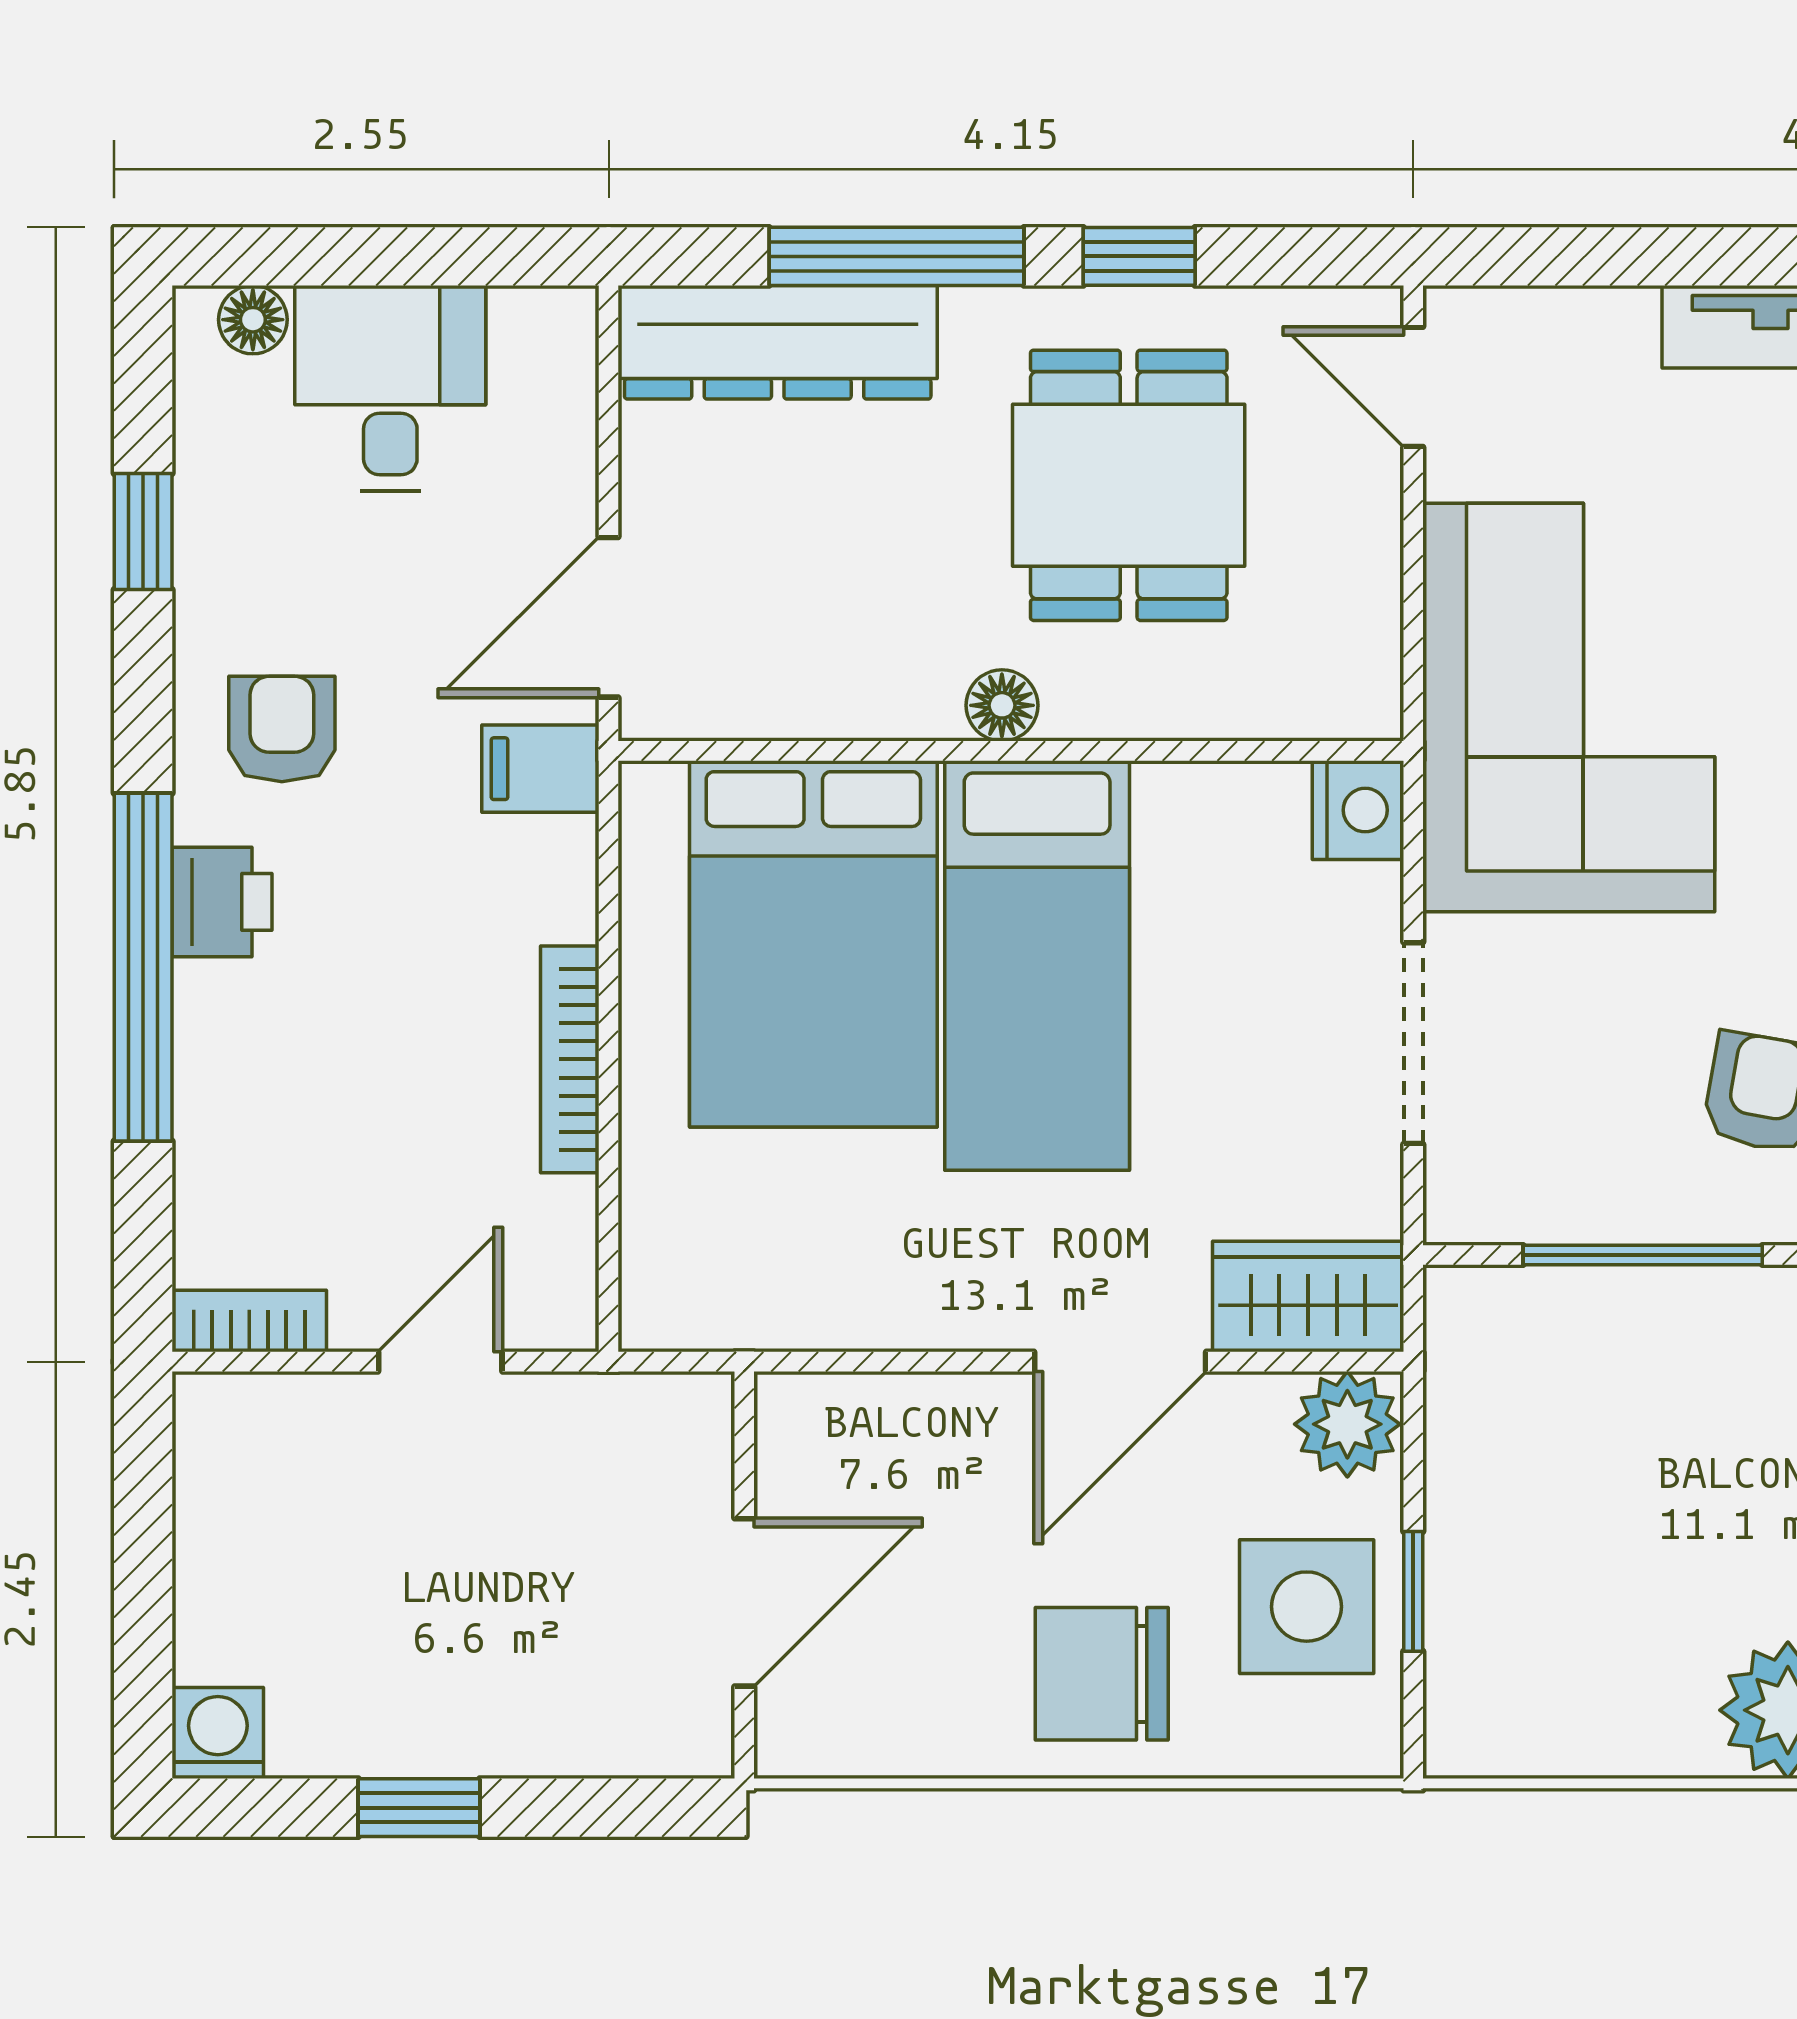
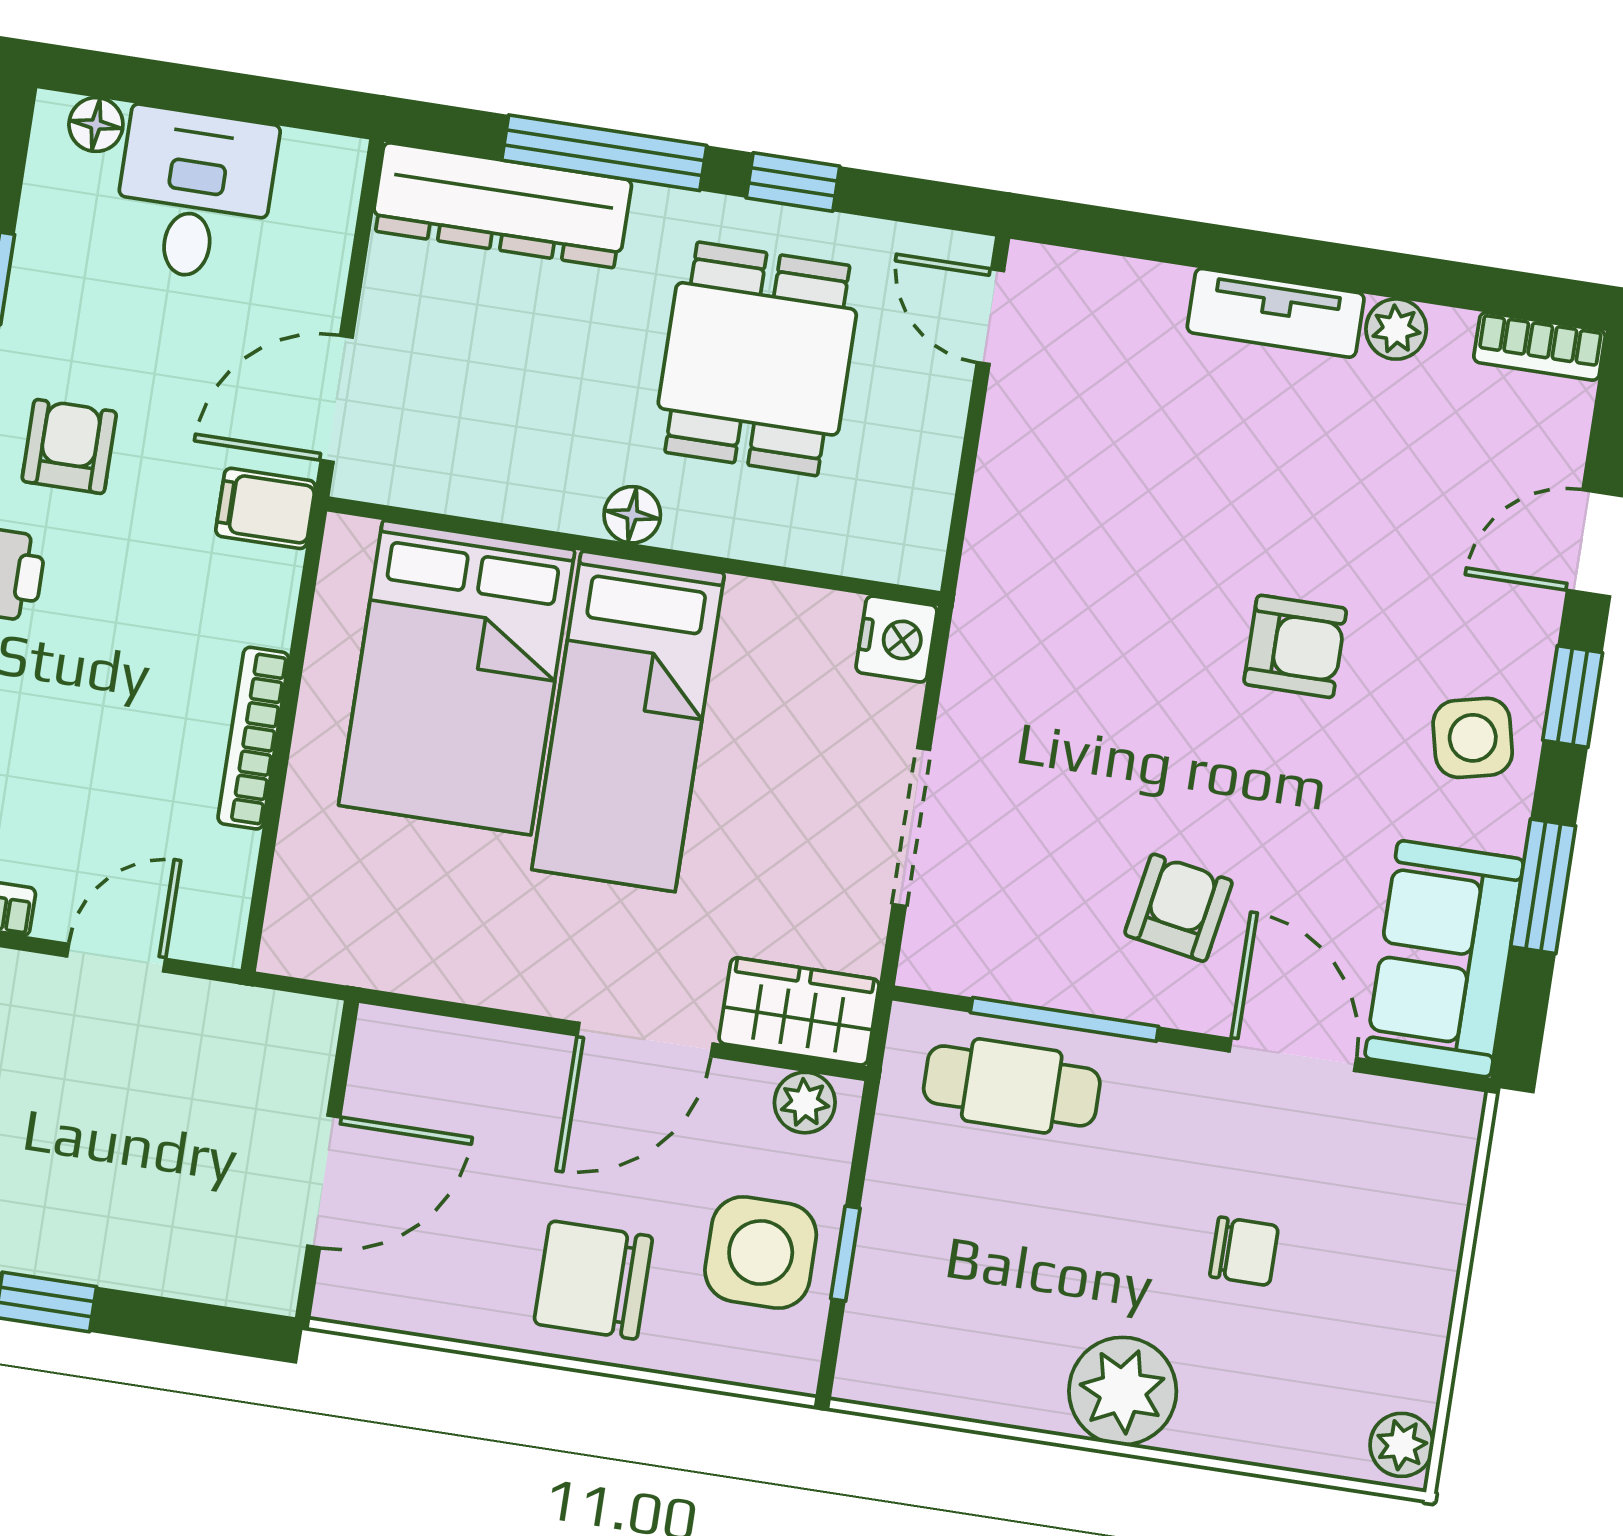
corner sofa: (1569, 708) -> (1073, 585), removed
cafe table: (1589, 1349) -> (1012, 1086), added
plant: (1347, 1424) -> (805, 1103), width x0.73, depth x0.73

